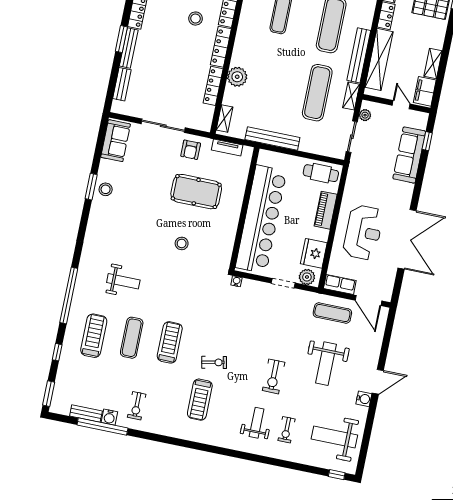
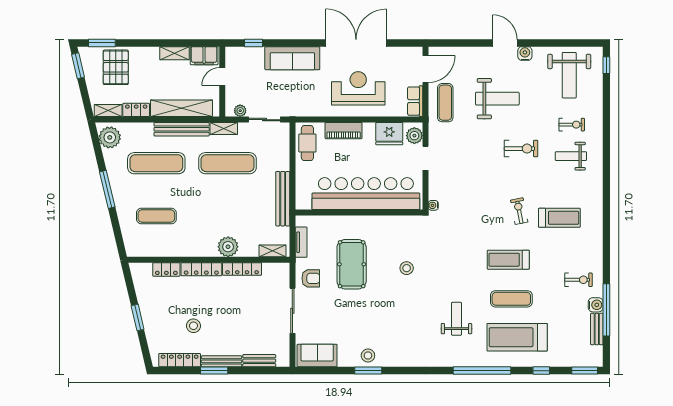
stool: (196, 19) -> (193, 326), moved
sofa: (409, 155) -> (292, 58), moved
treadmill: (94, 336) -> (517, 337), width x1.37, depth x1.38

